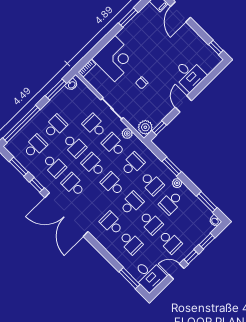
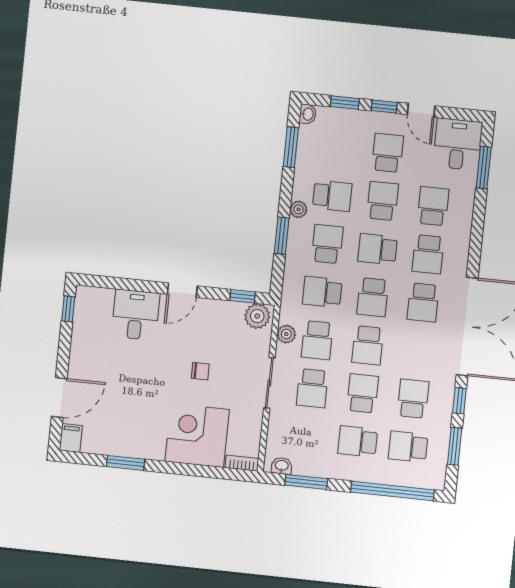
school desk: (73, 185) -> (423, 302), moved

